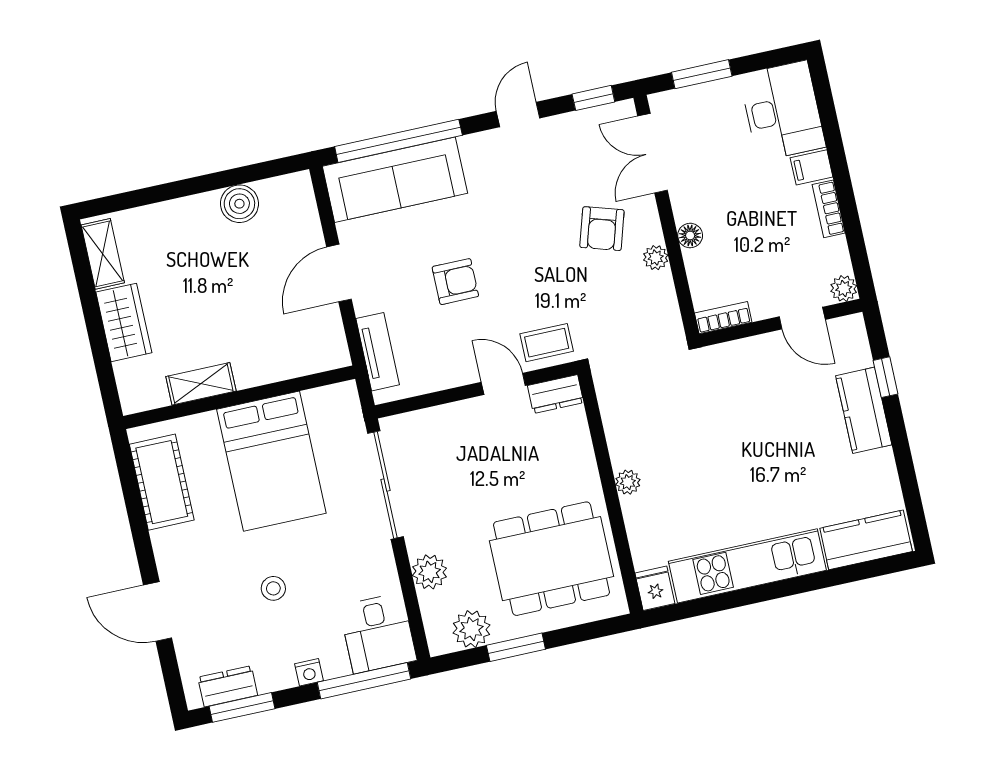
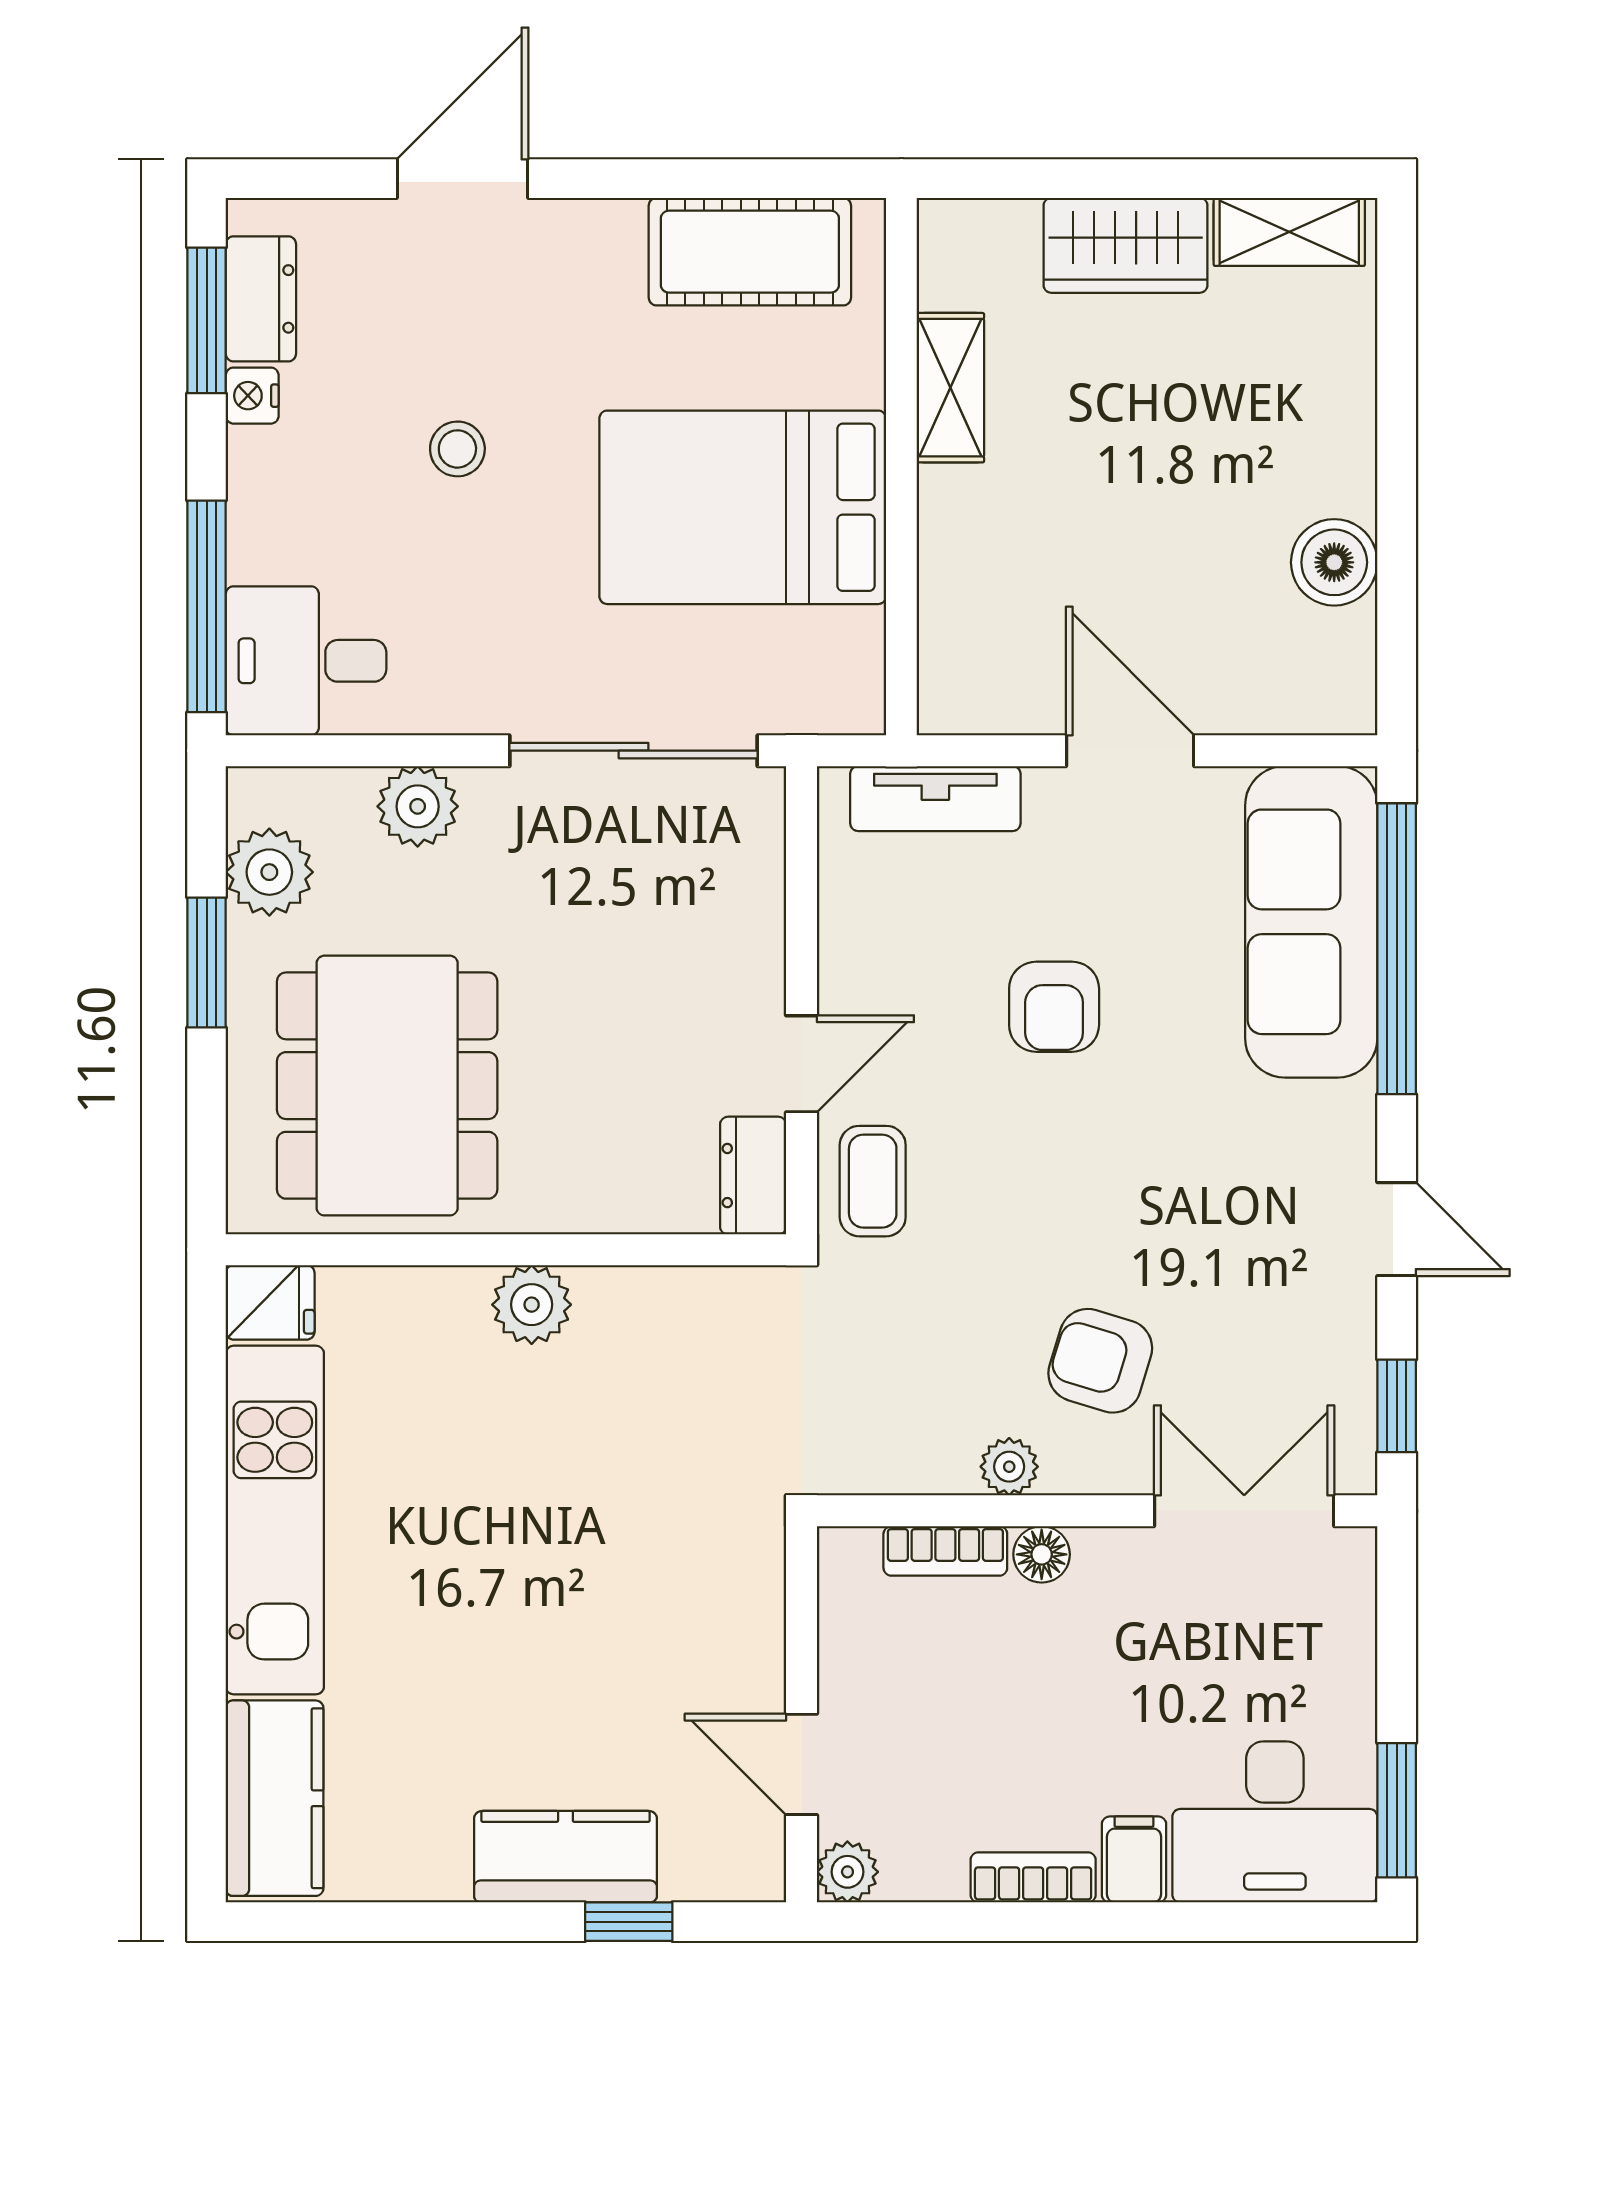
window: (702, 74) -> (1397, 1810), moved
bookcase: (723, 318) -> (945, 1551), moved, turned 90
door: (802, 318) -> (802, 1764), hinge flipped
plant: (628, 482) -> (532, 1305), width x1.38, depth x1.38
nightstand: (309, 672) -> (252, 396), moved

